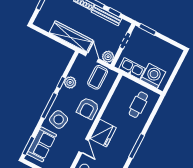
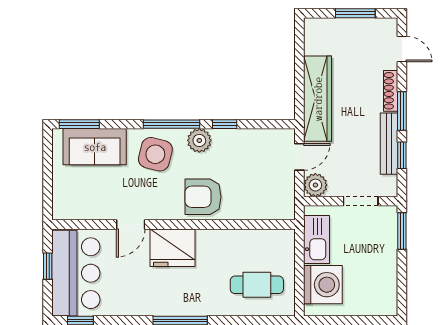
coffee table: (98, 77) -> (268, 185), removed
plant: (70, 82) -> (199, 140), moved

